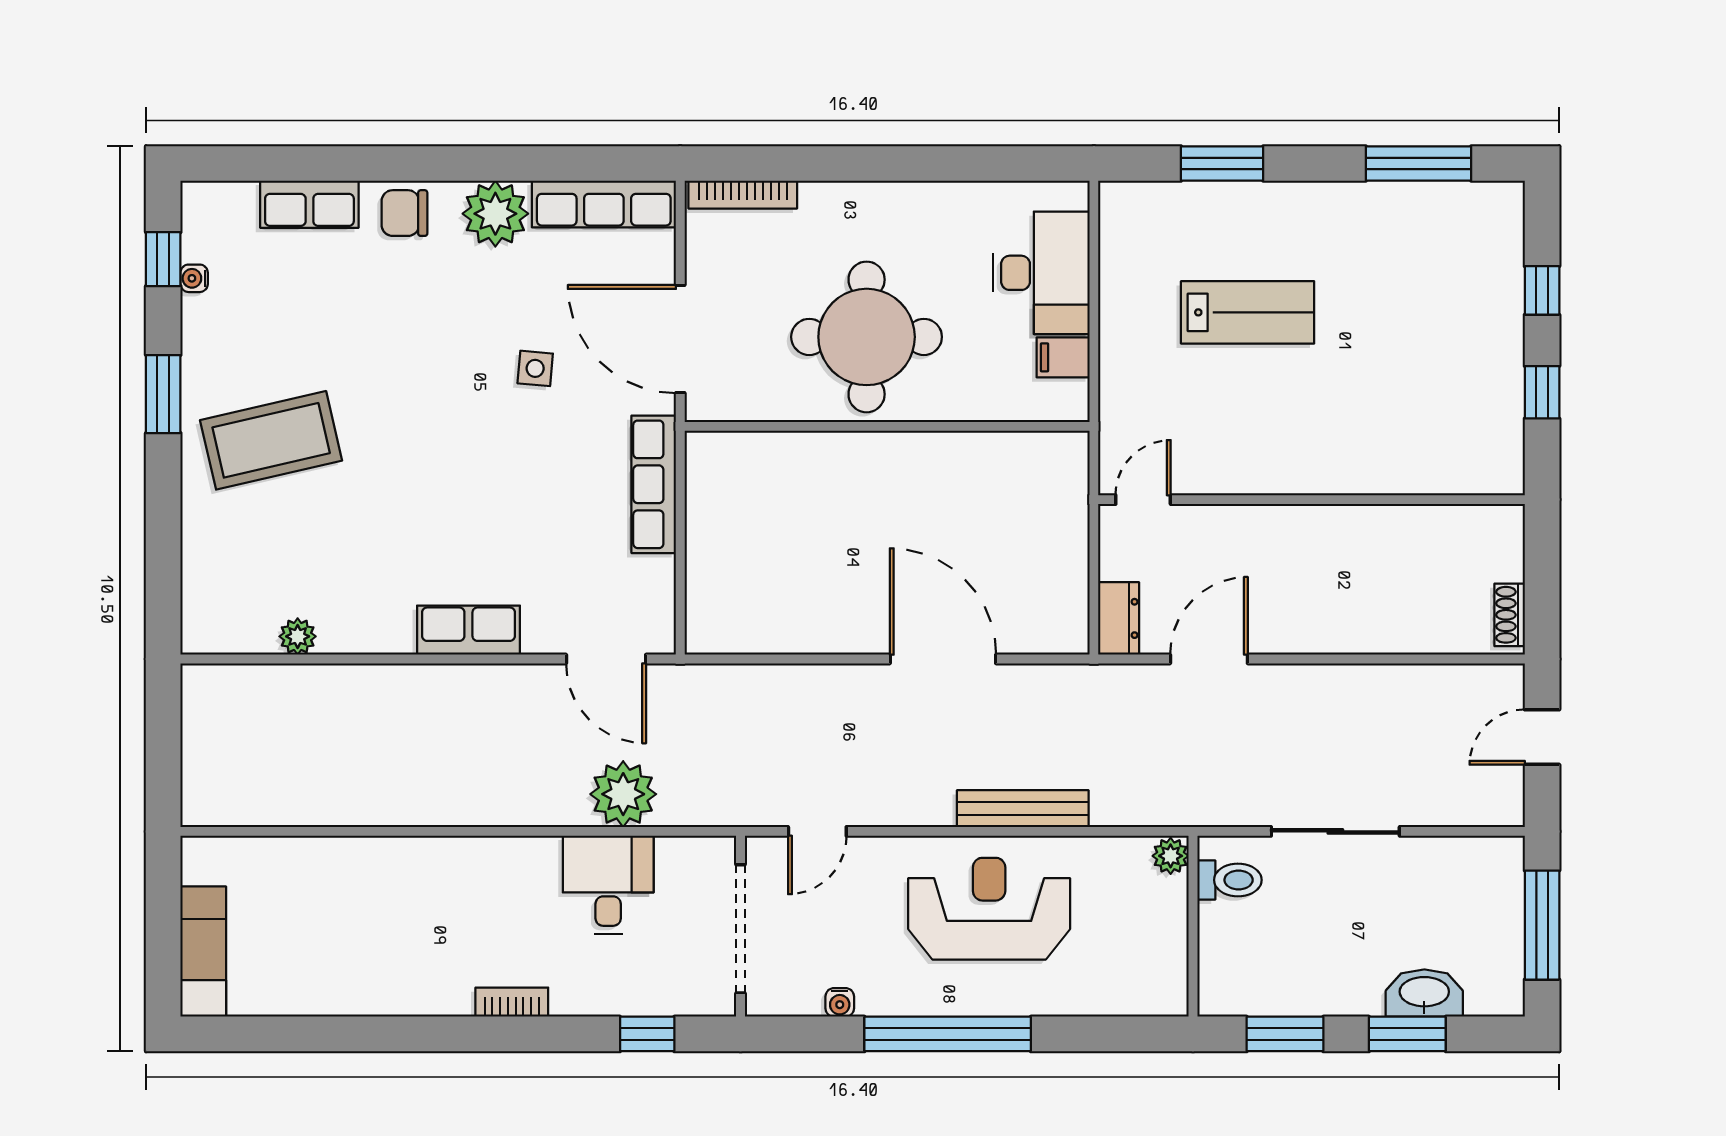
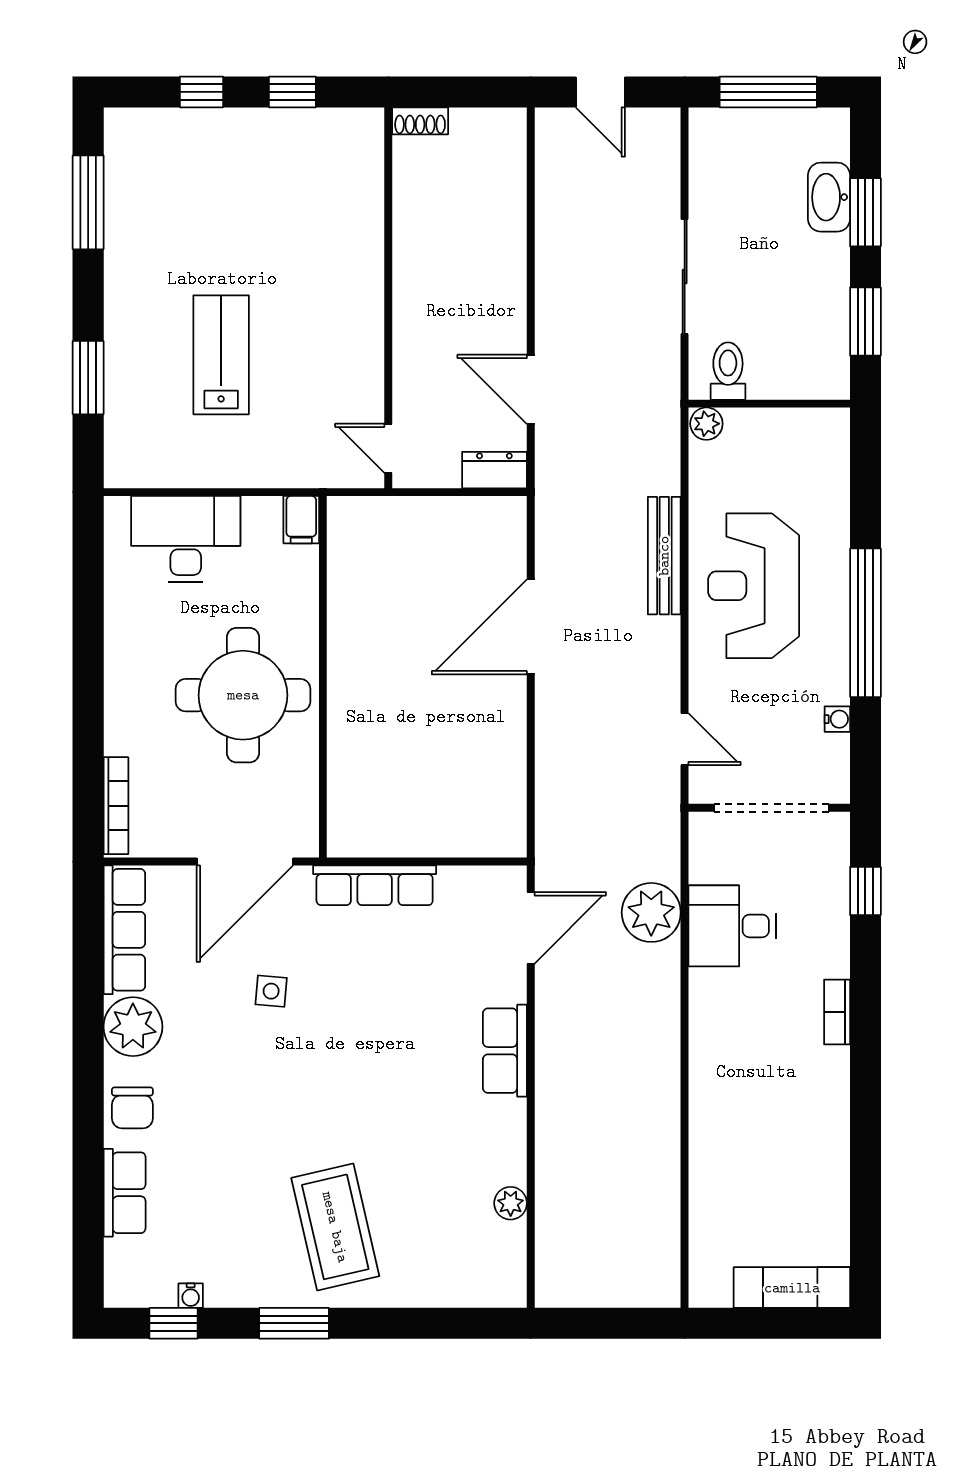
filing cabinet: (1063, 357) -> (301, 520), moved
shoe rack: (1510, 615) -> (420, 121), moved

